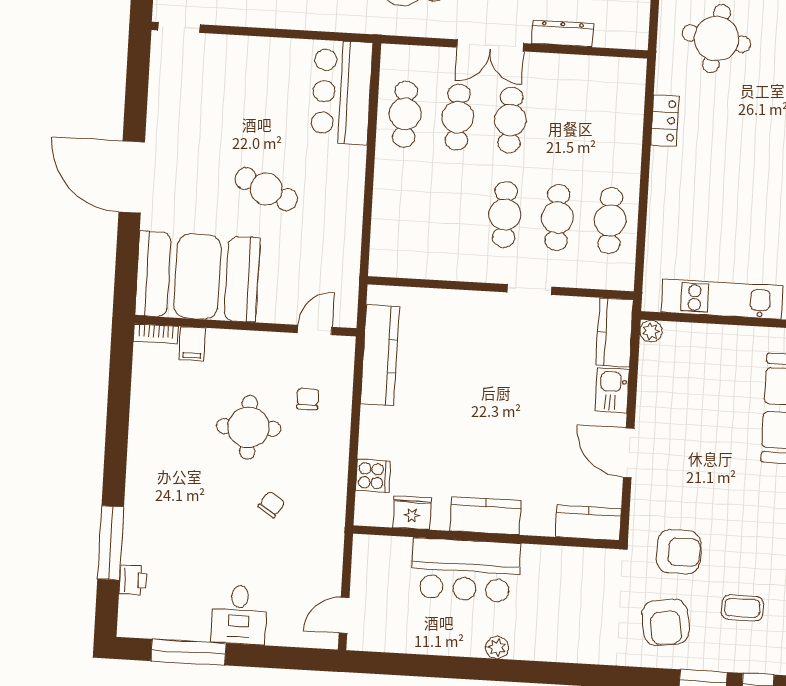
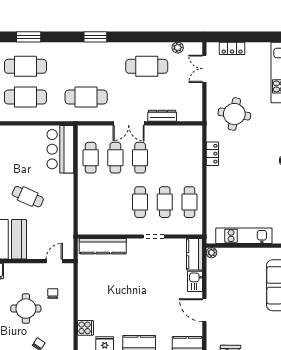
kitchen counter: (380, 355) -> (103, 246), moved, turned 90

